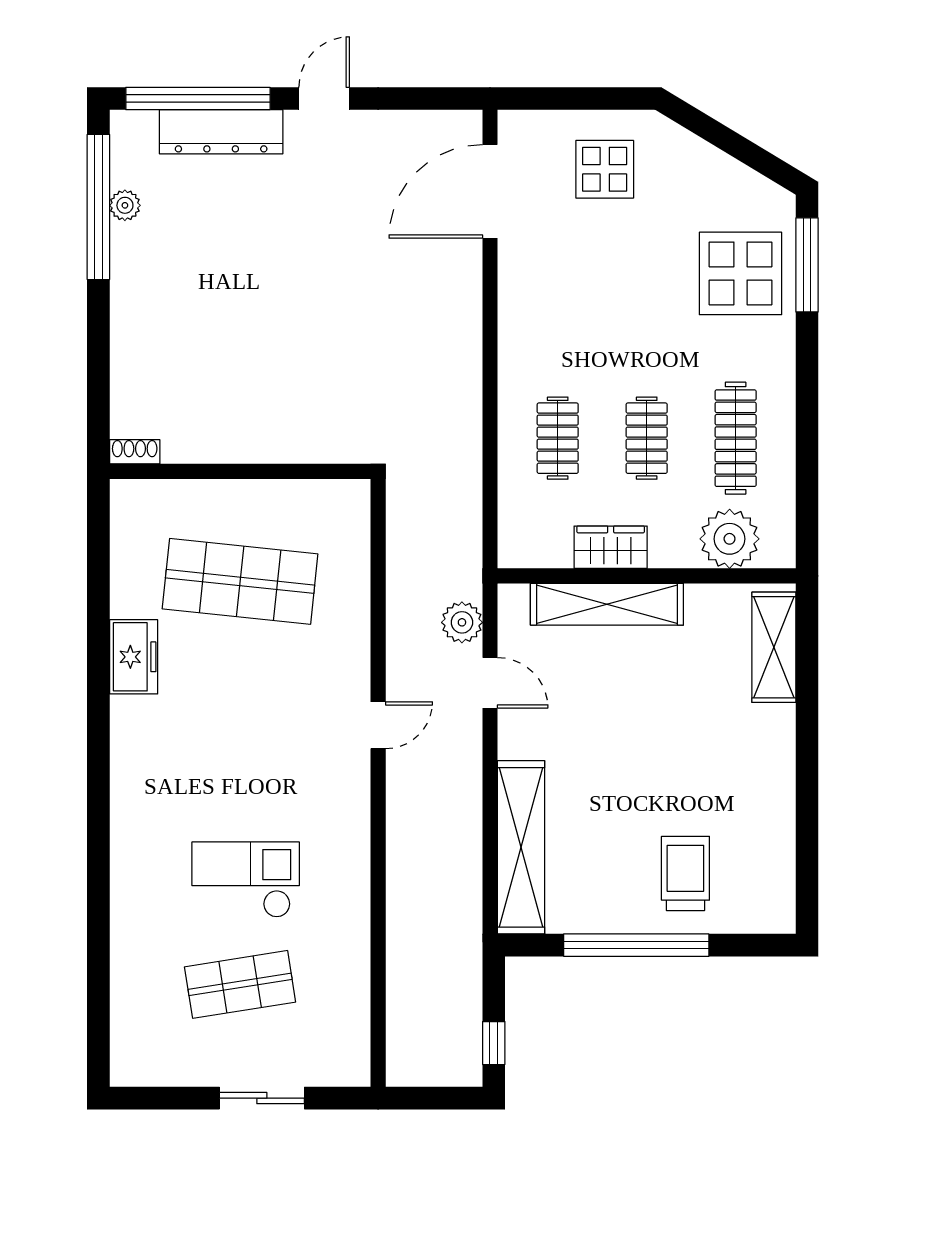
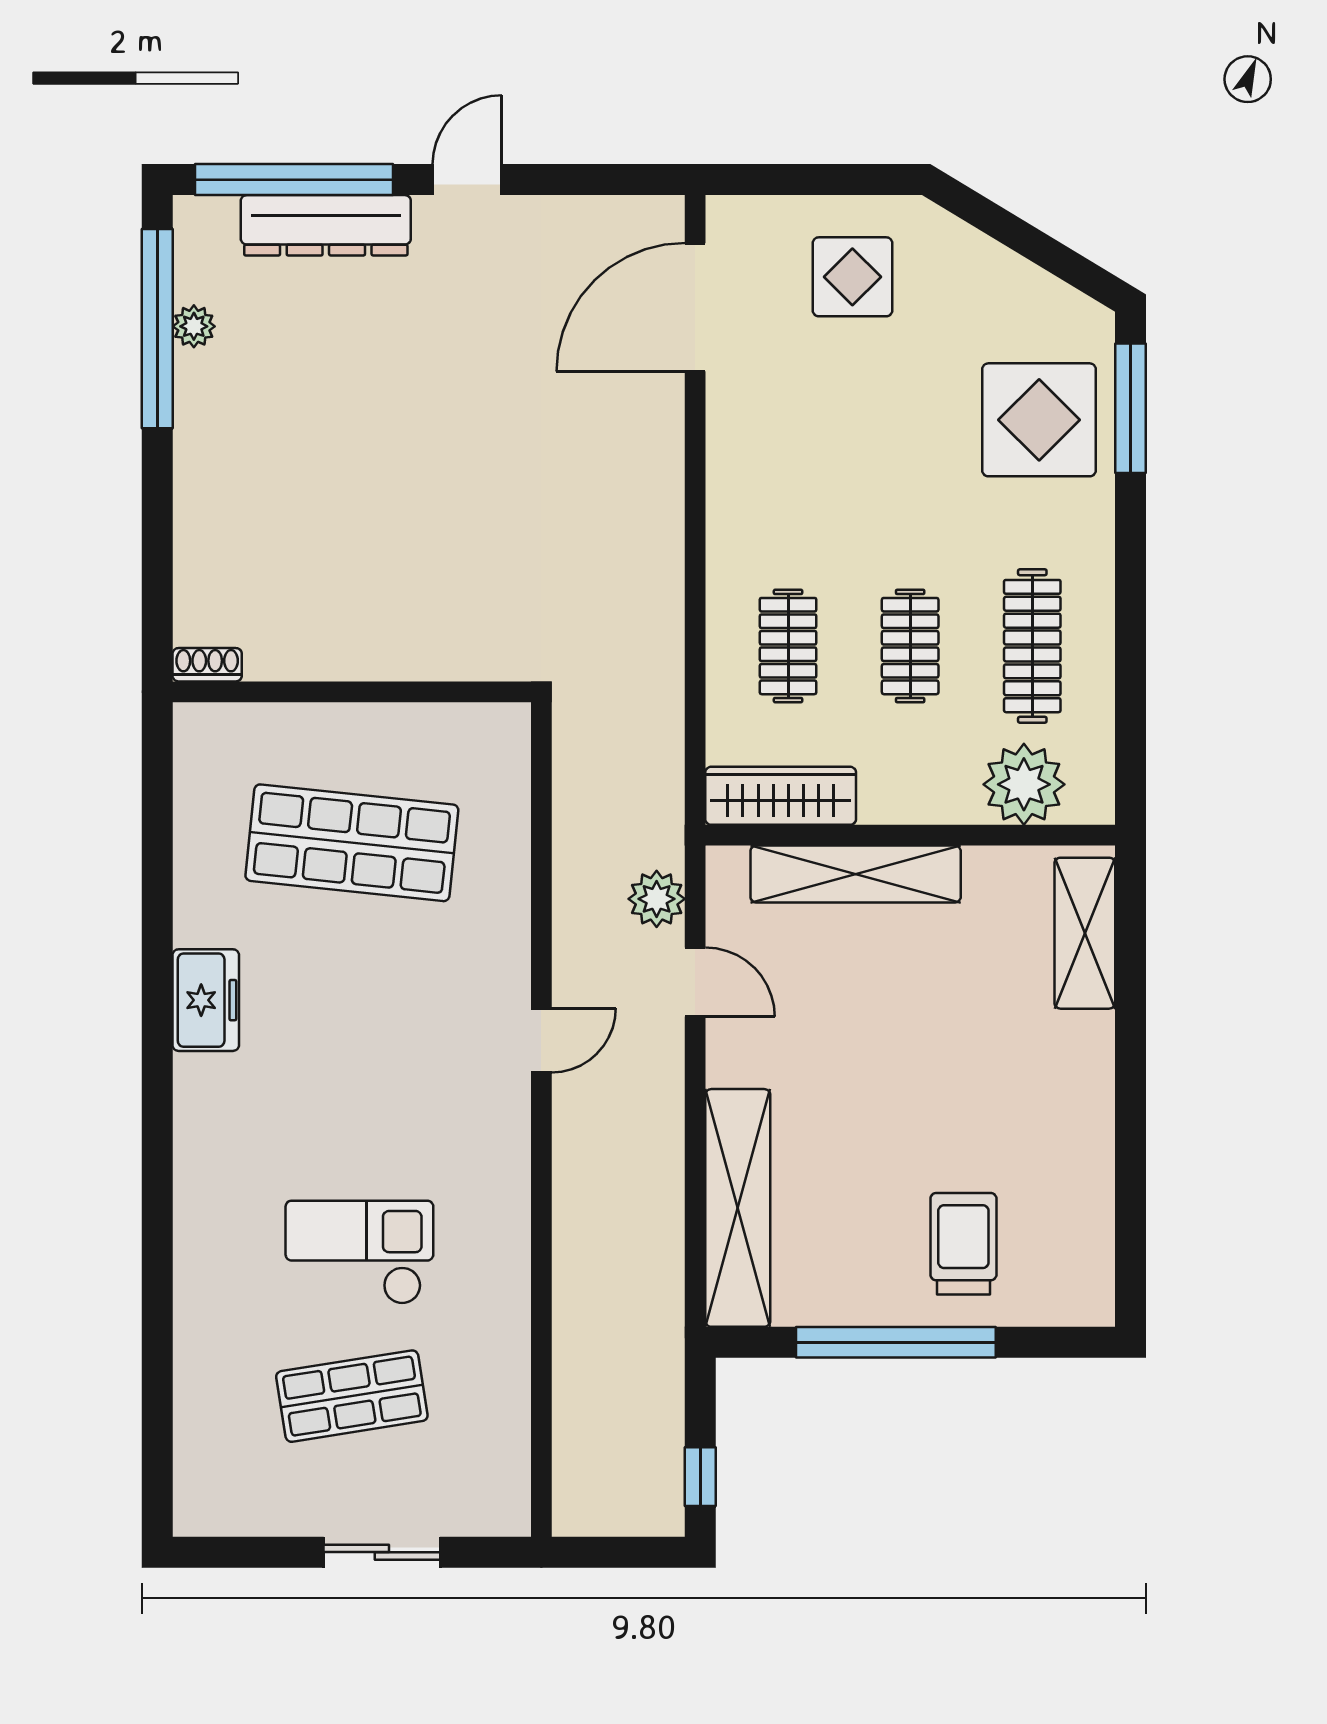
wardrobe: (611, 547) -> (781, 796), moved, width x1.50
freezer: (134, 657) -> (206, 1000), moved

